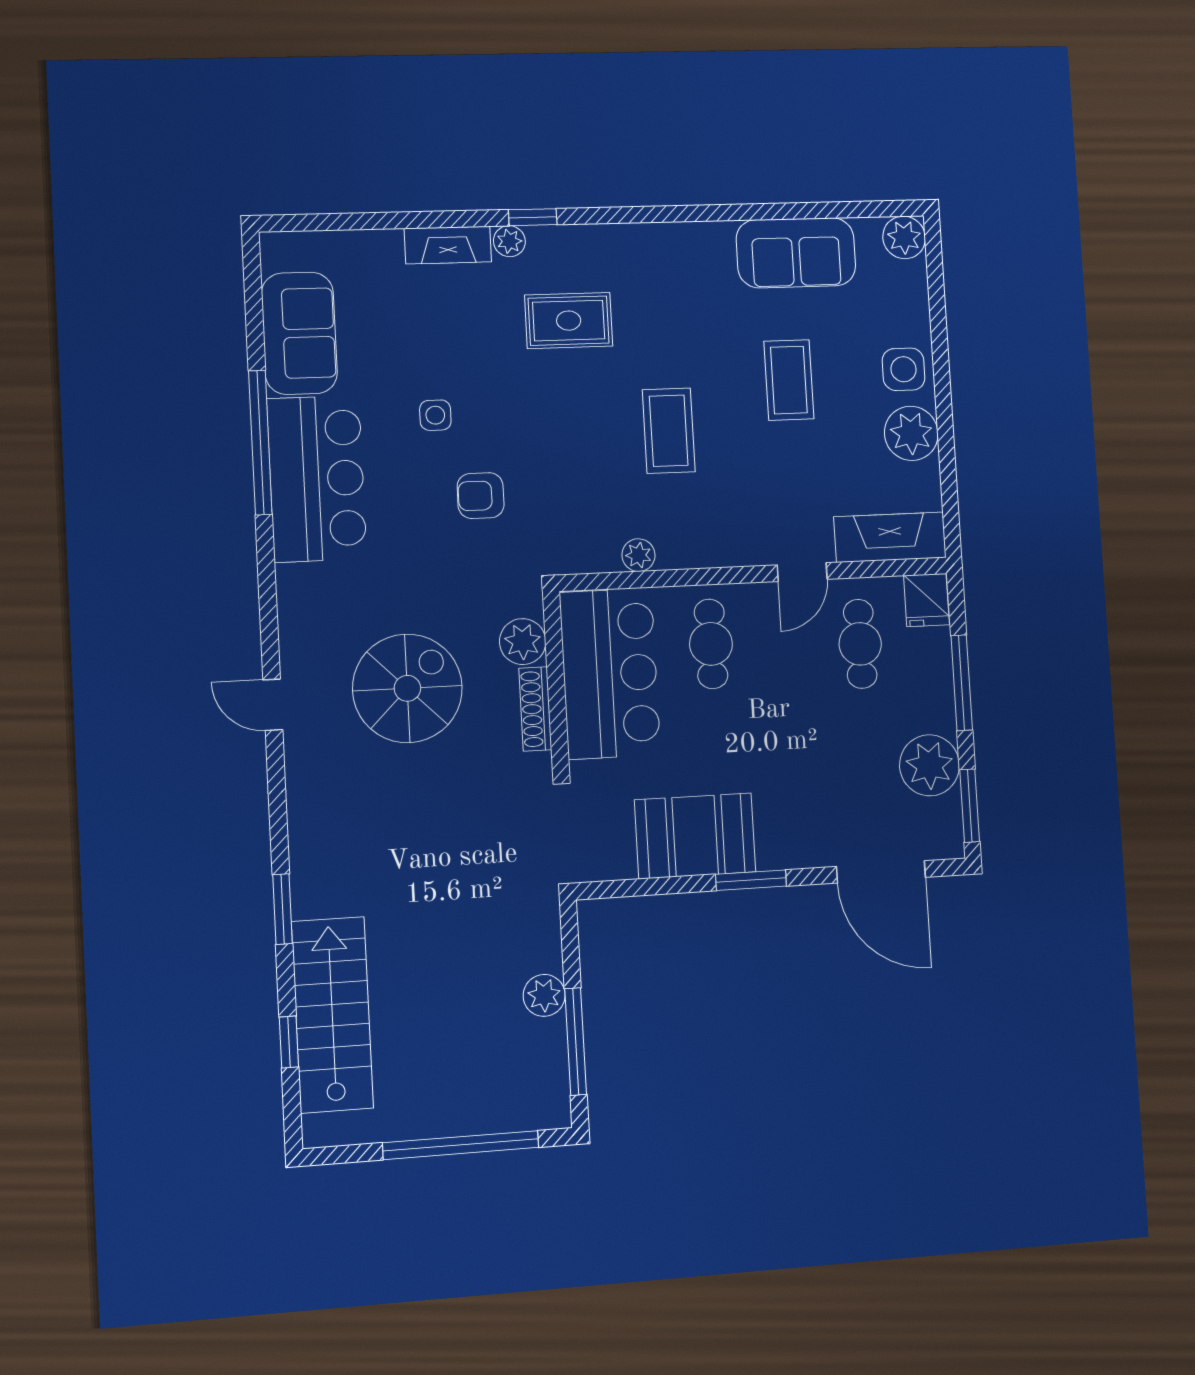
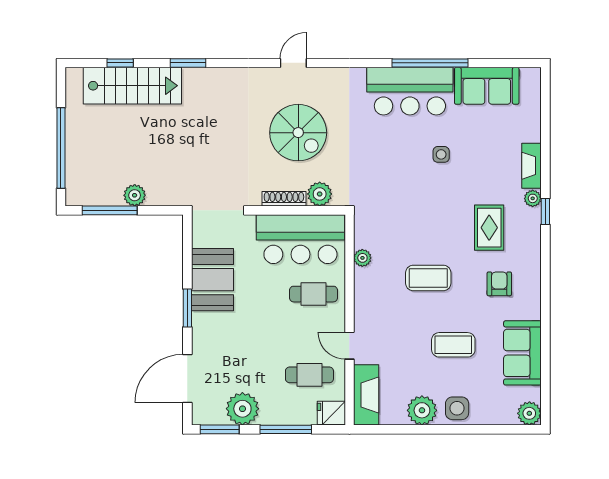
armchair: (481, 496) -> (499, 284), moved

